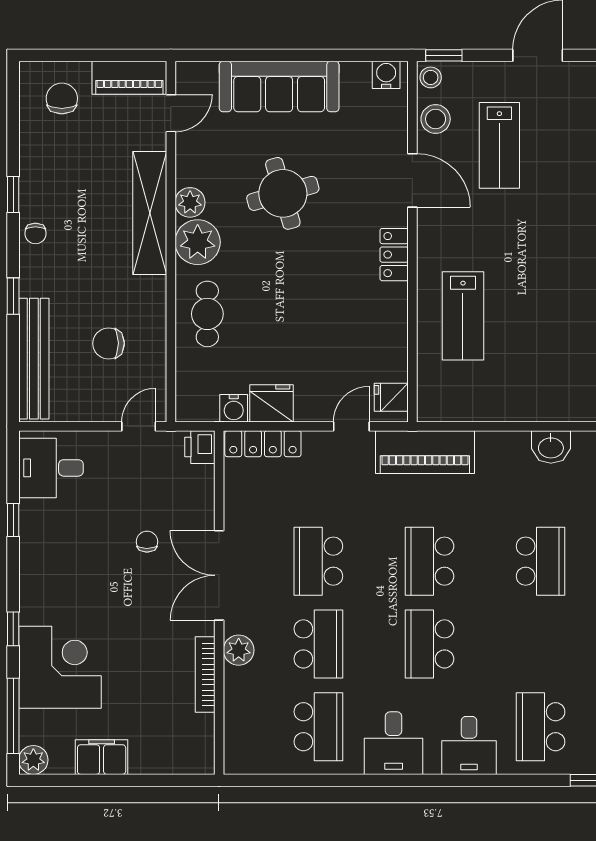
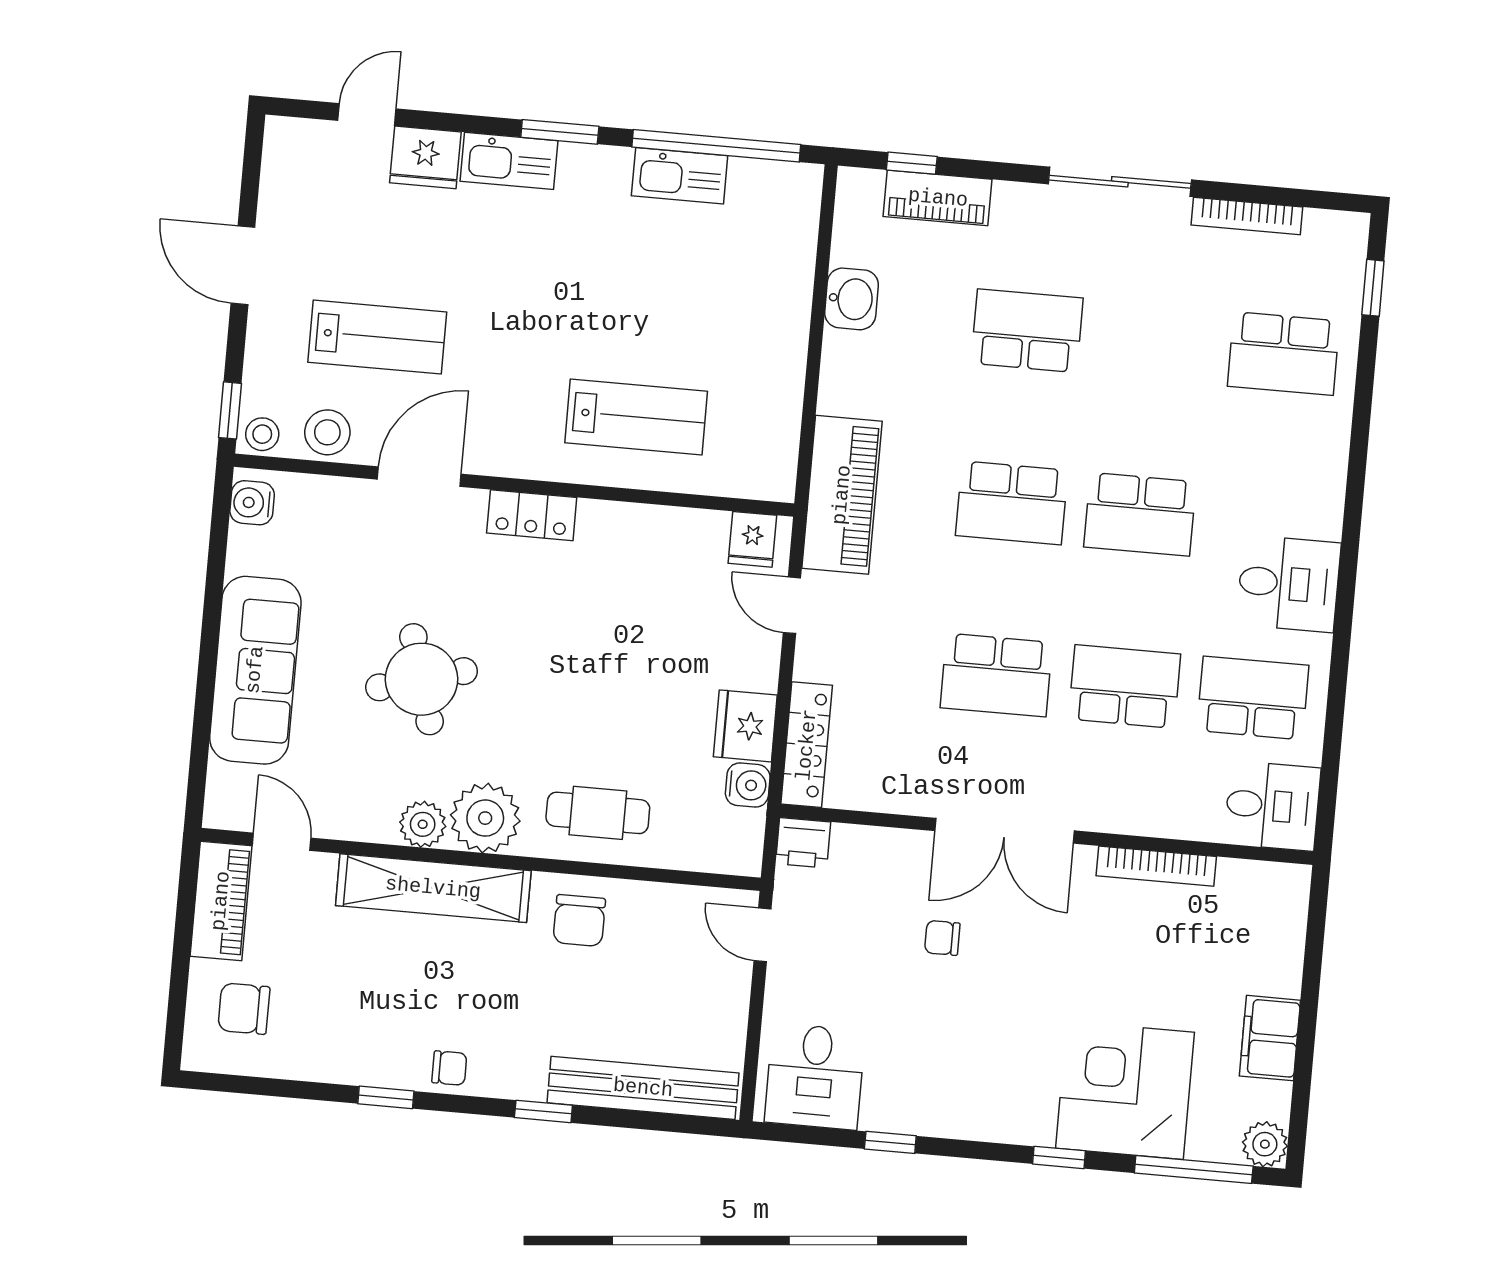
chair: (109, 343) -> (579, 921), moved
plant: (239, 650) -> (1123, 811), removed
desk: (469, 745) -> (1272, 806), moved

